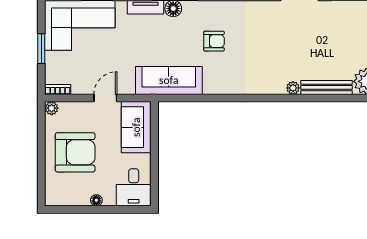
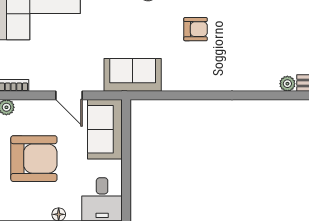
sofa: (169, 80) -> (133, 75), width x0.73
door: (105, 98) -> (69, 95), swing flipped

